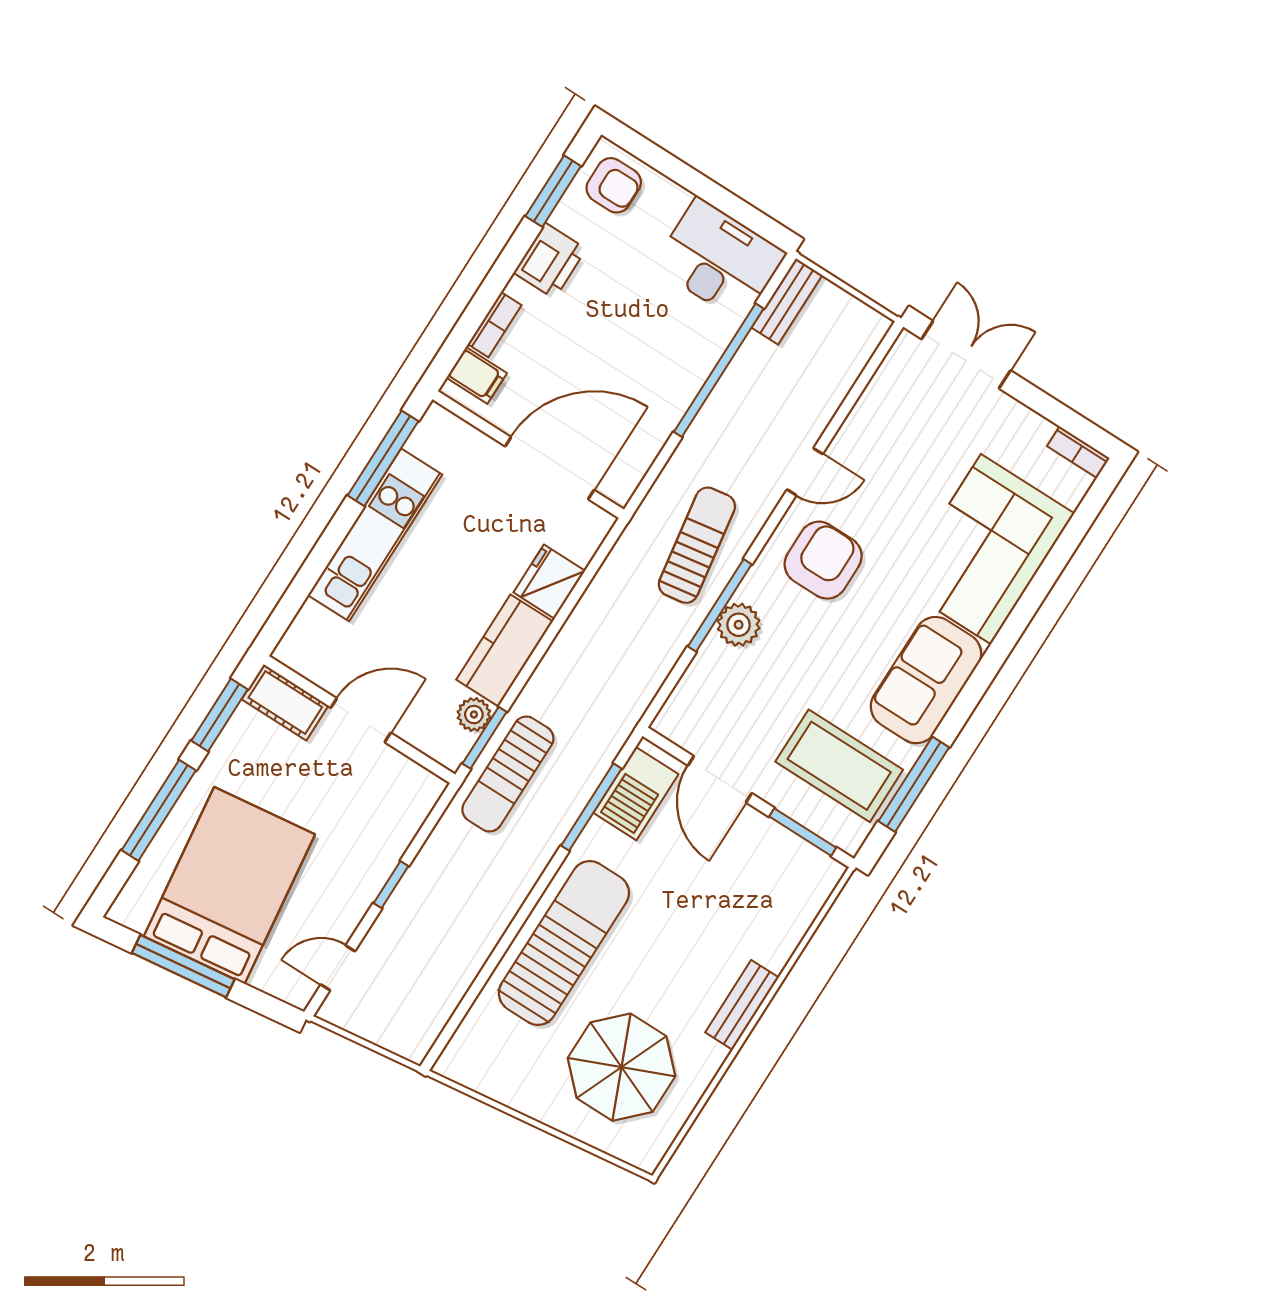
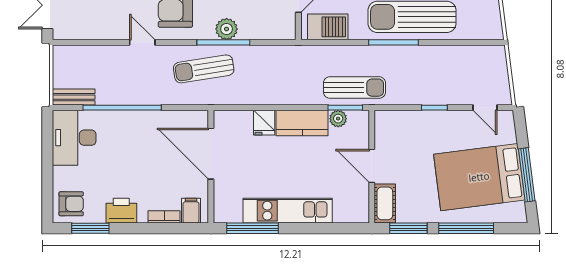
armchair: (614, 185) -> (71, 204), turned 90
fridge: (549, 582) -> (264, 123), width x0.72
window: (591, 807) -> (393, 42), moved

